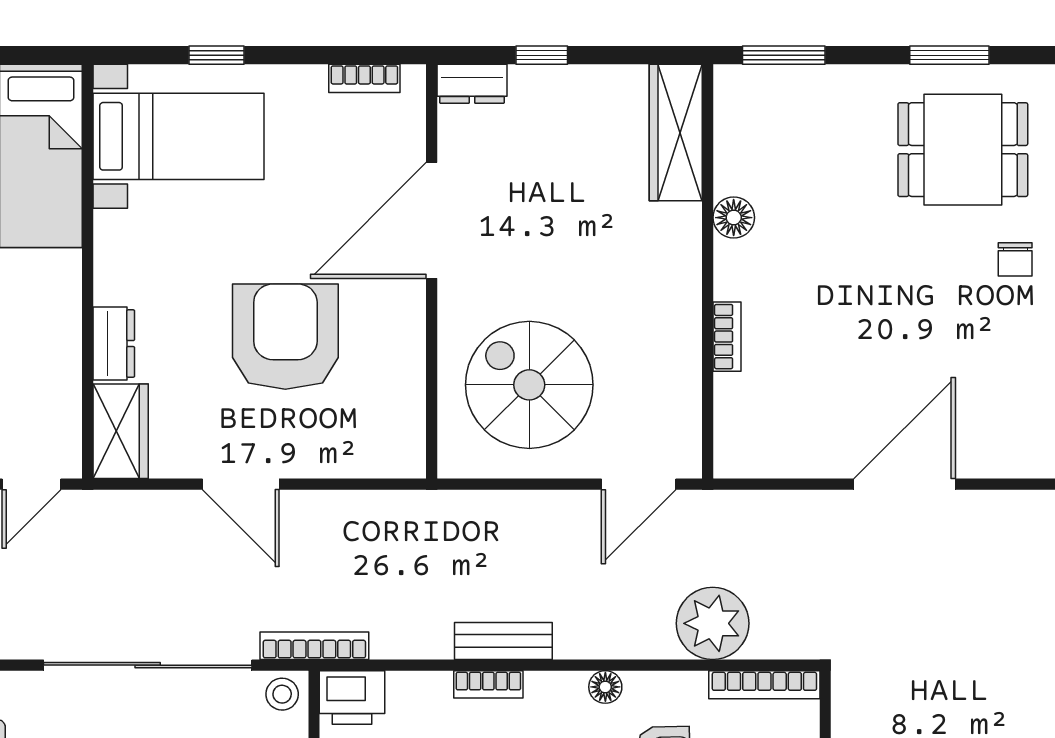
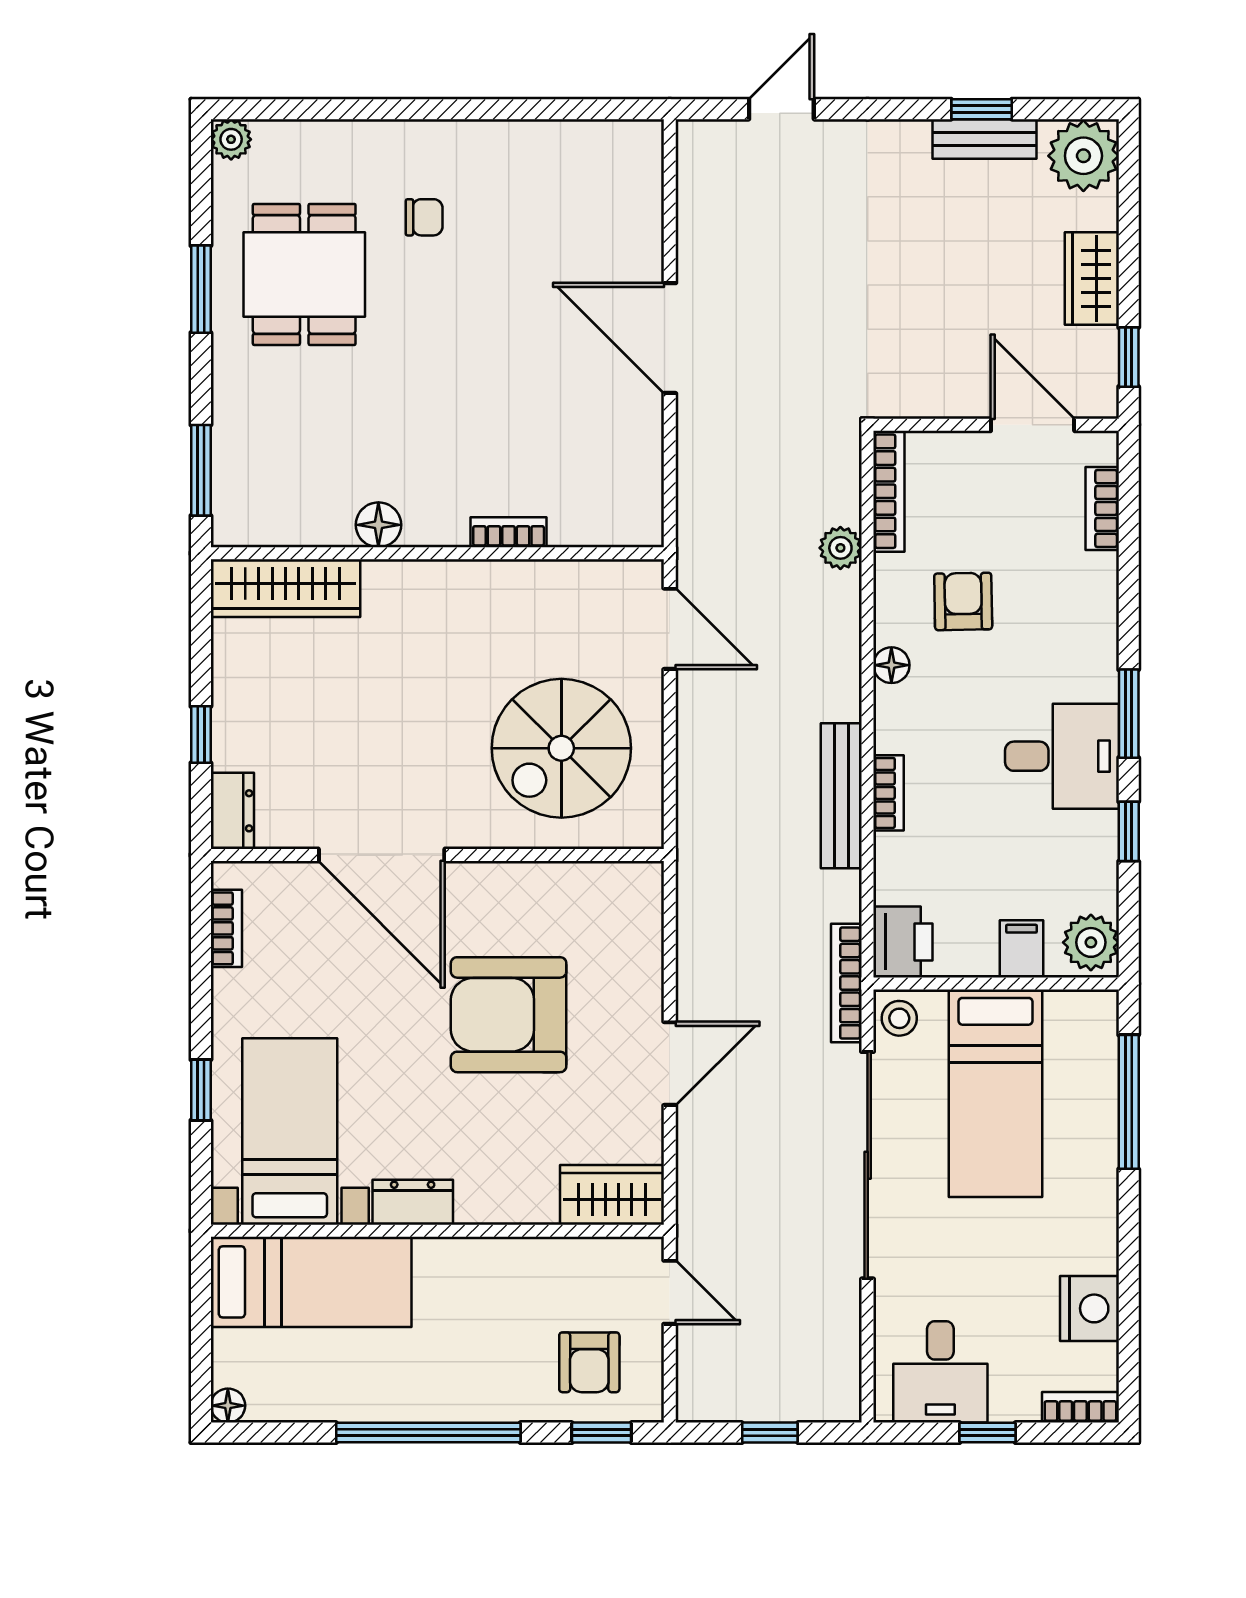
dresser: (114, 344) -> (413, 1202), moved
plant: (713, 623) -> (840, 548), width x0.53, depth x0.53
bench: (503, 641) -> (841, 796), width x1.36

